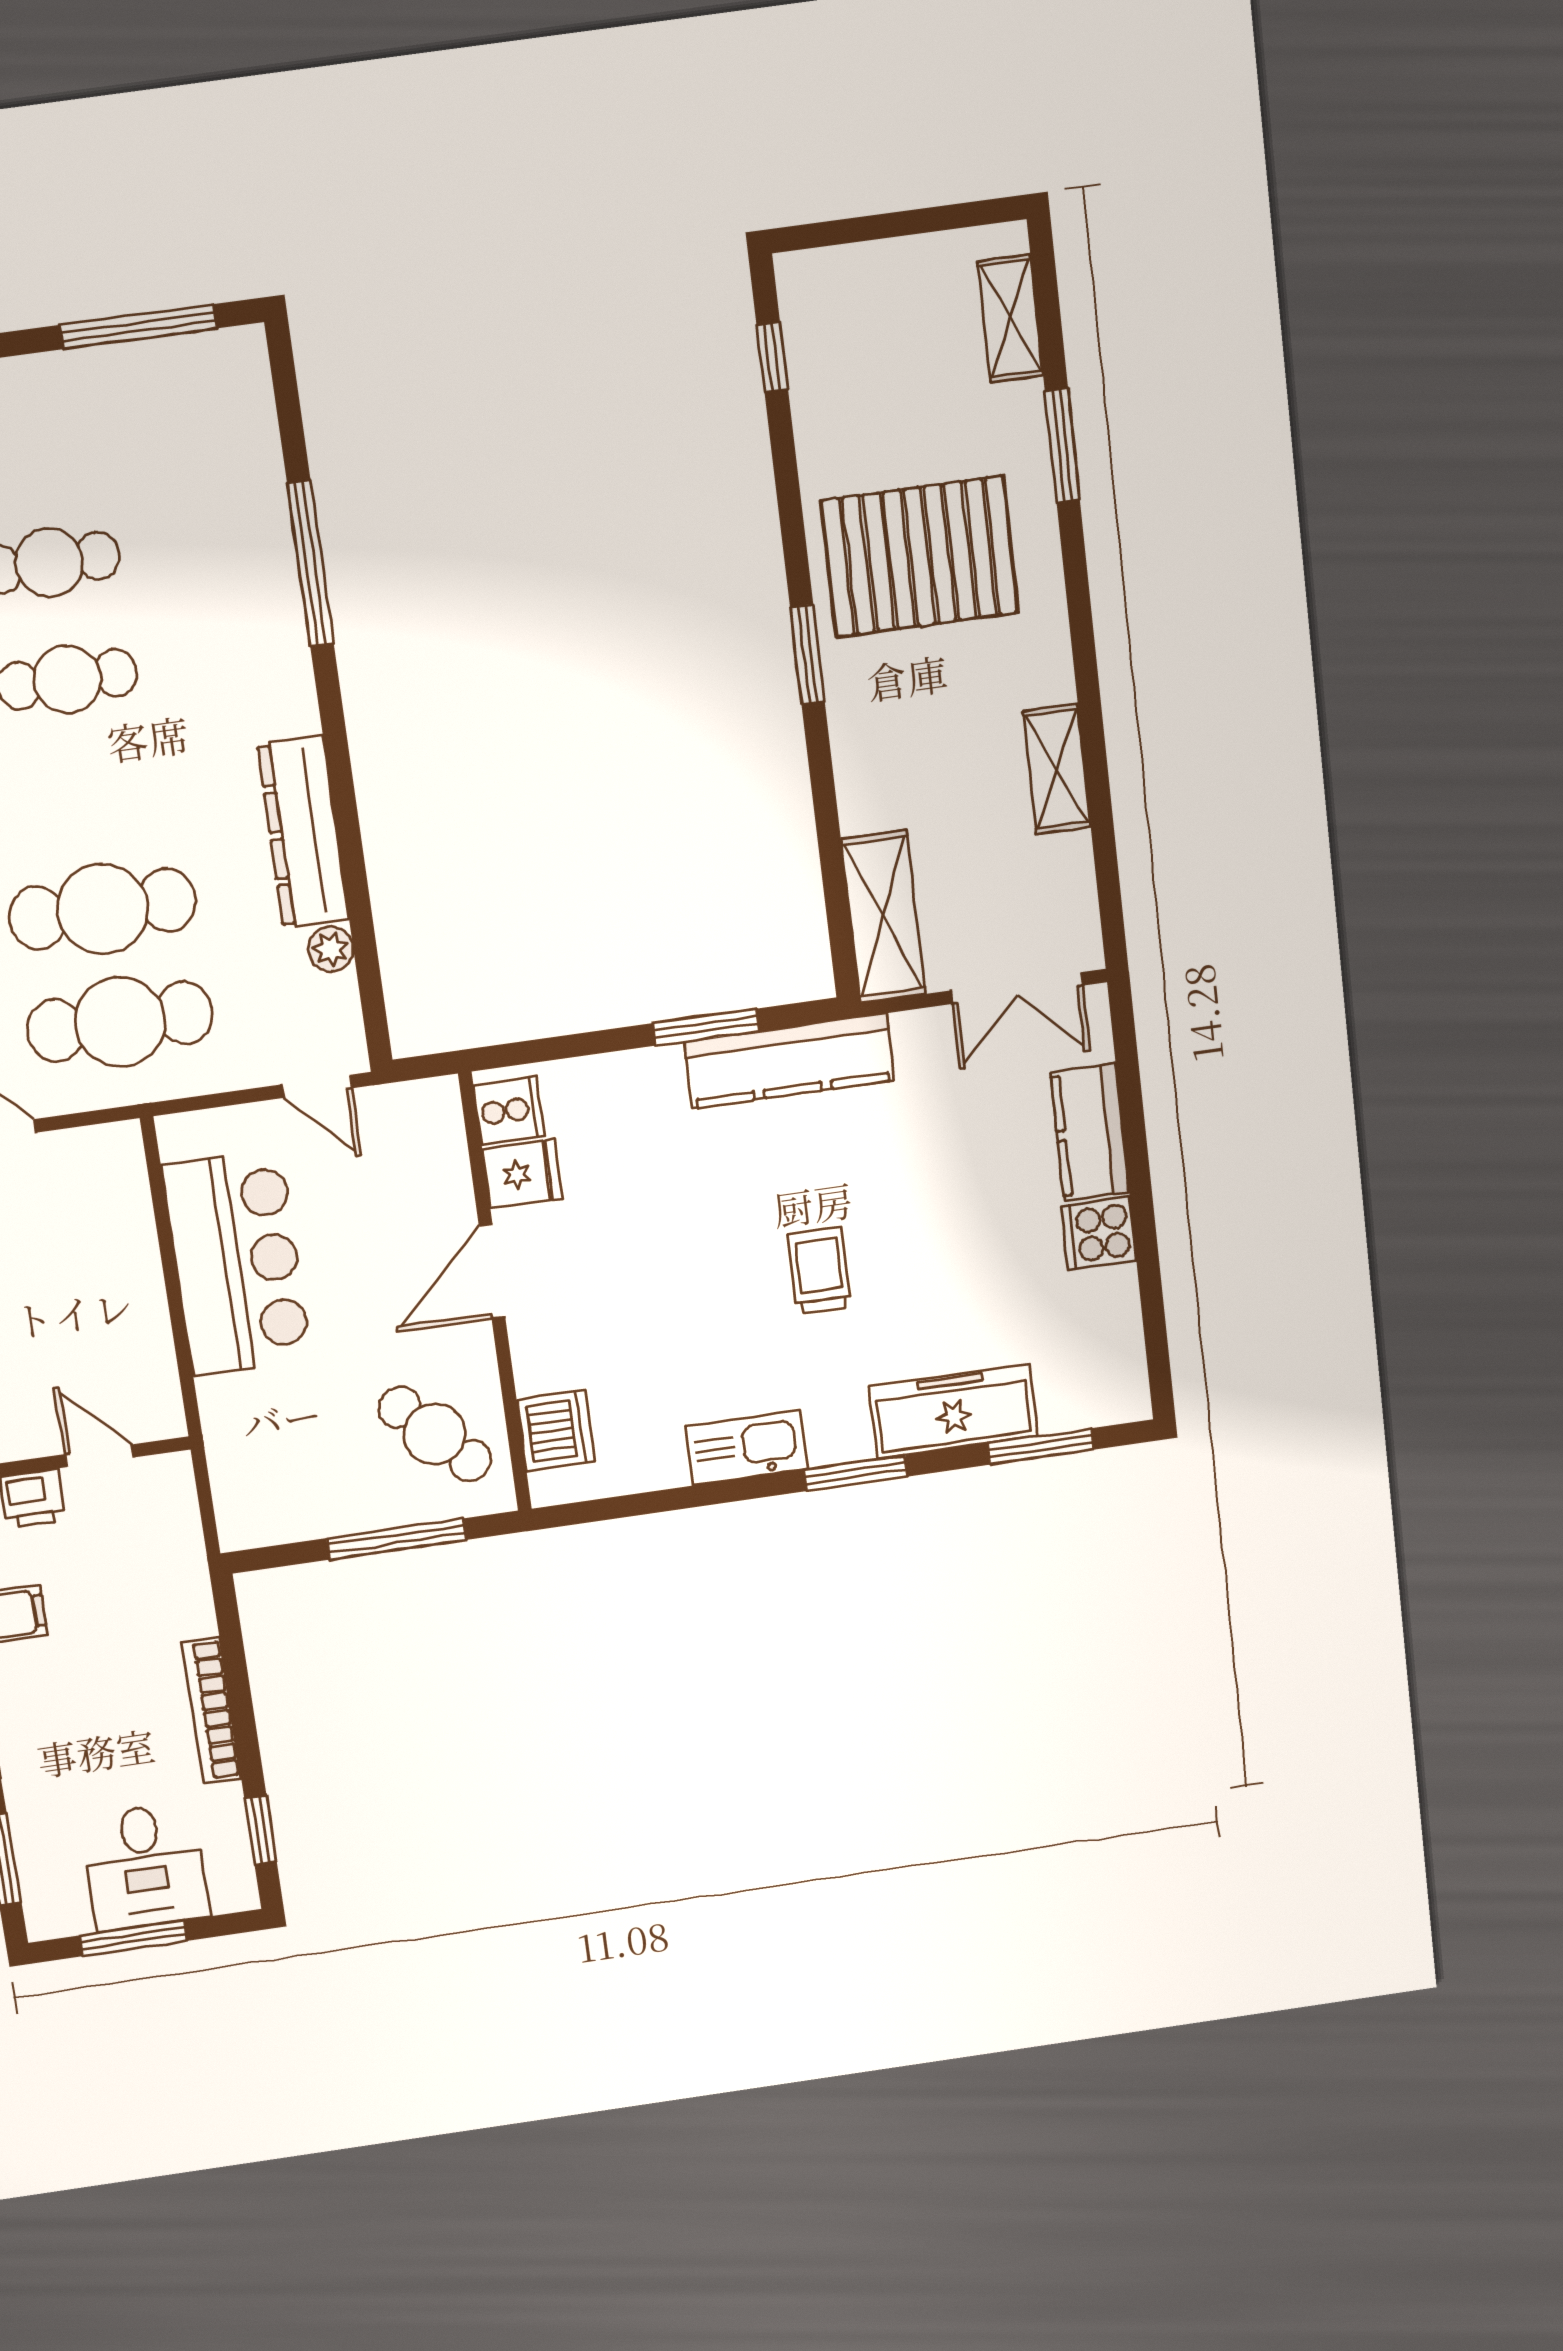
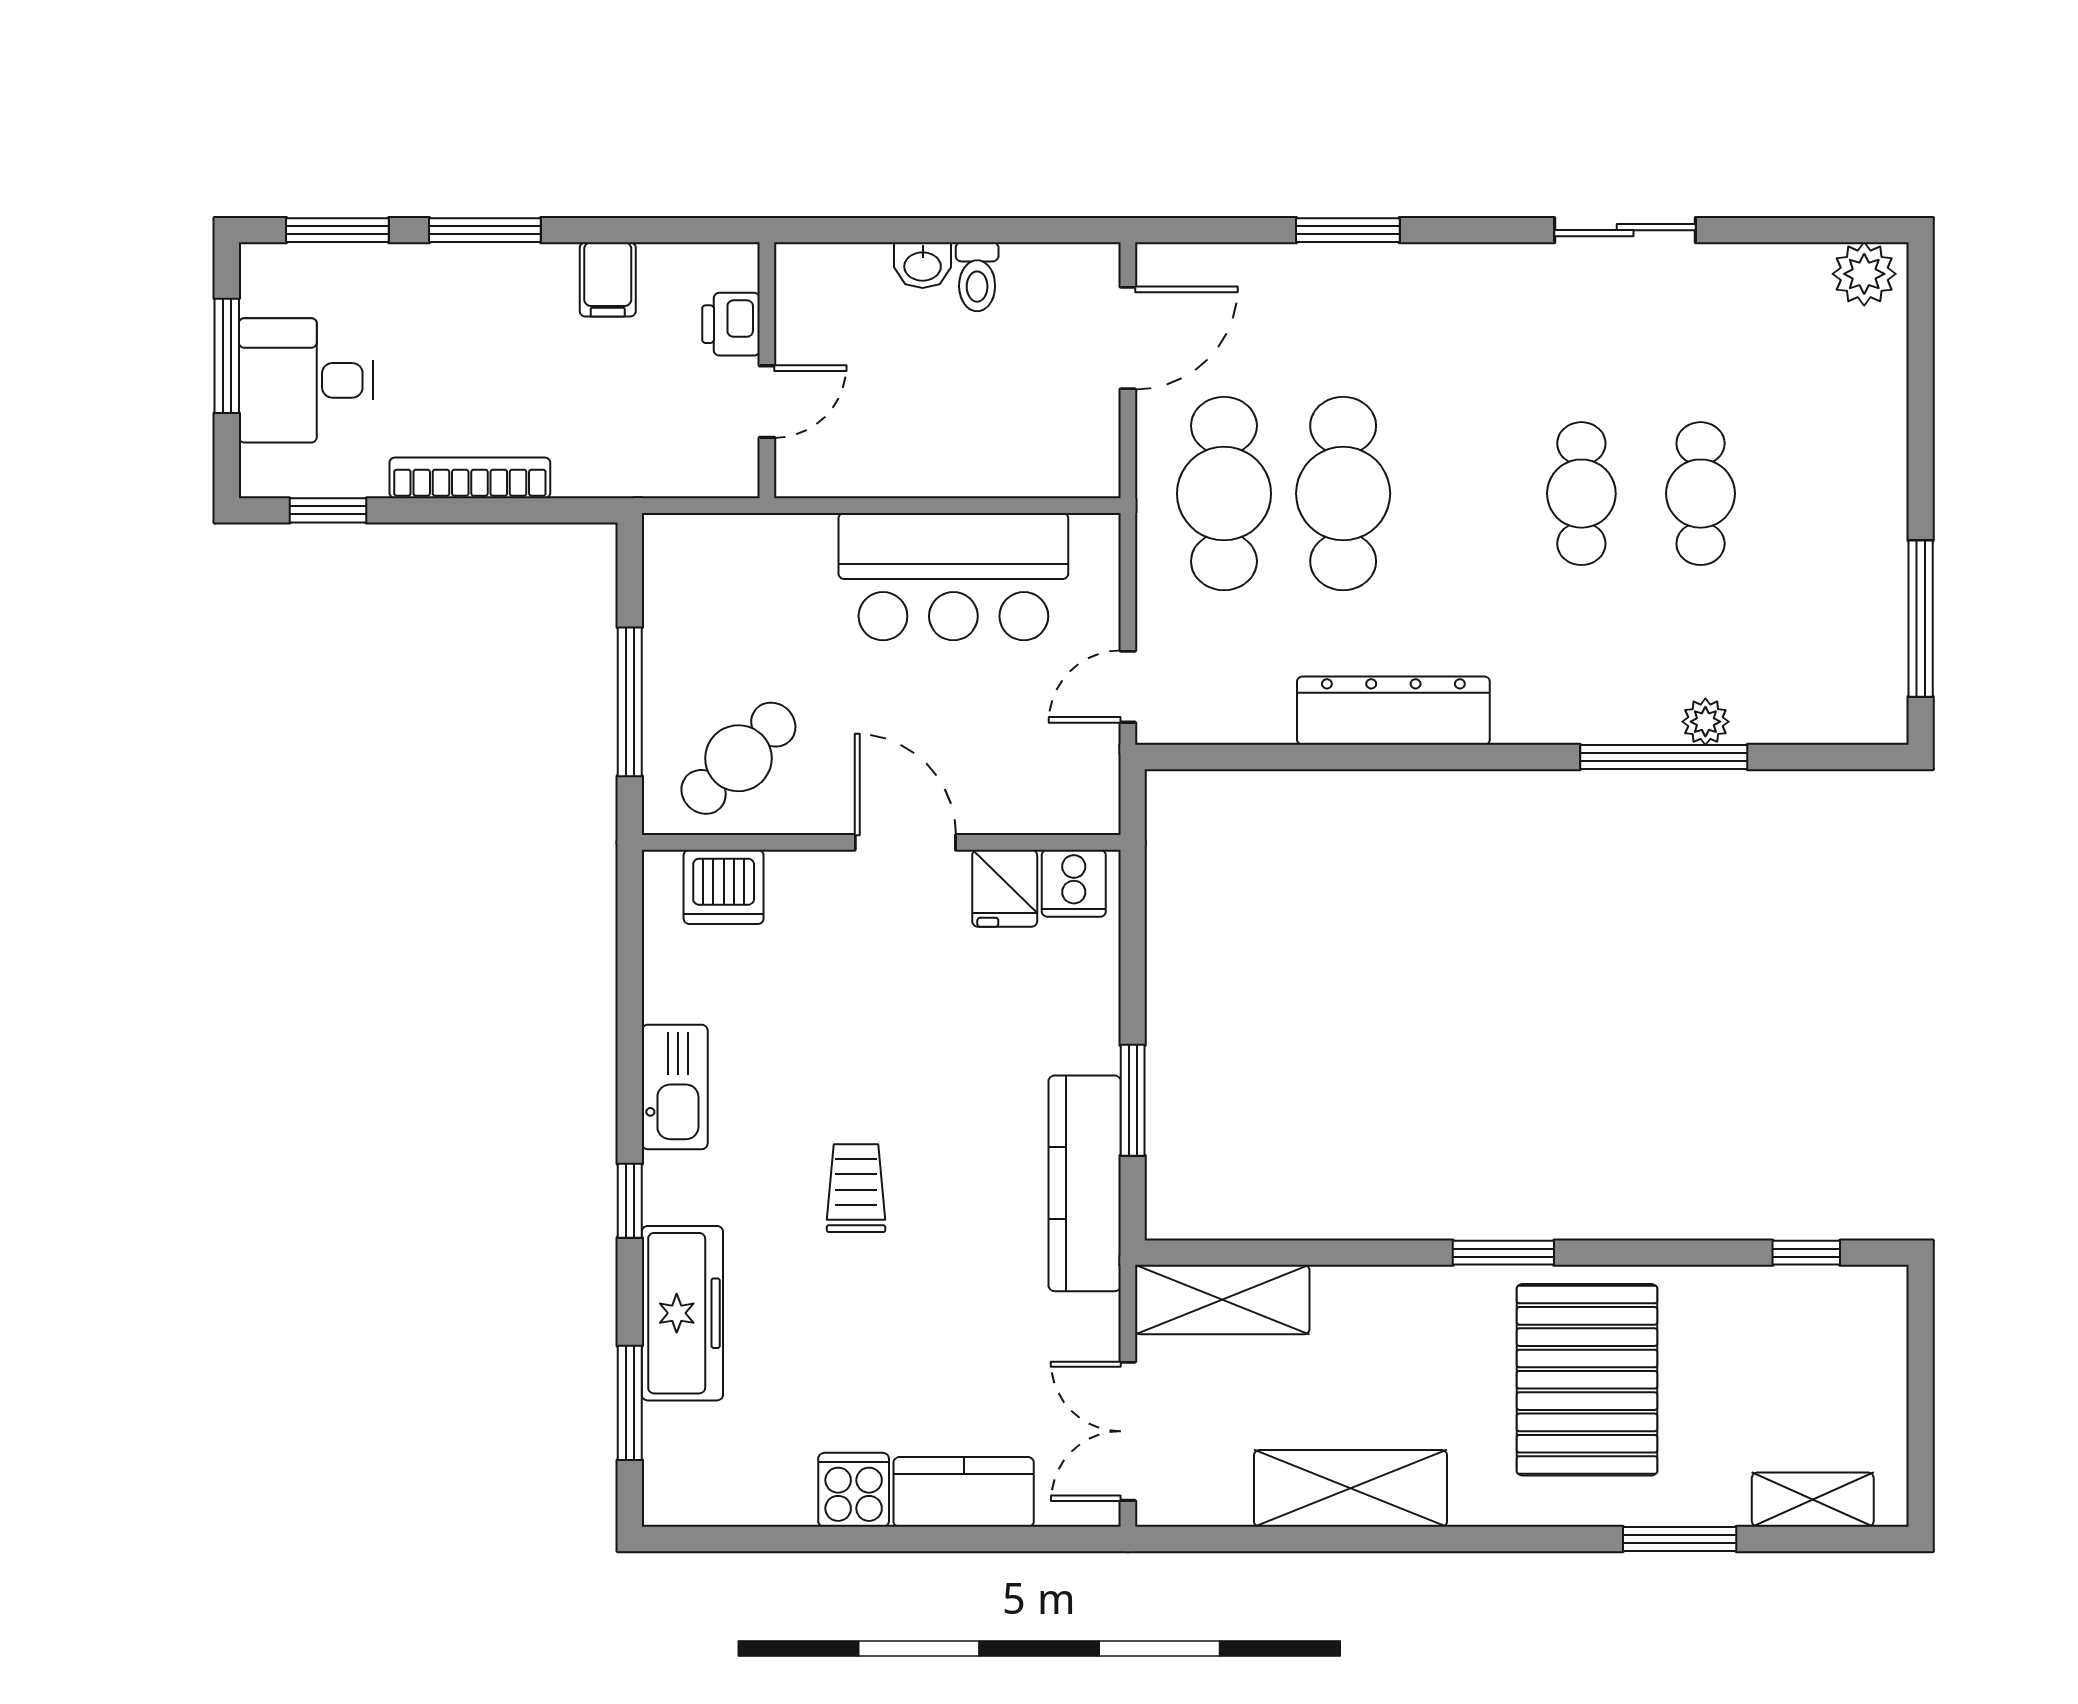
shelving: (1057, 769) -> (1350, 1488), width x1.50, depth x1.33
plant: (331, 949) -> (1705, 722), moved
trolley: (819, 1271) -> (856, 1188), turned -90
window: (856, 1473) -> (630, 1201), width x0.67

